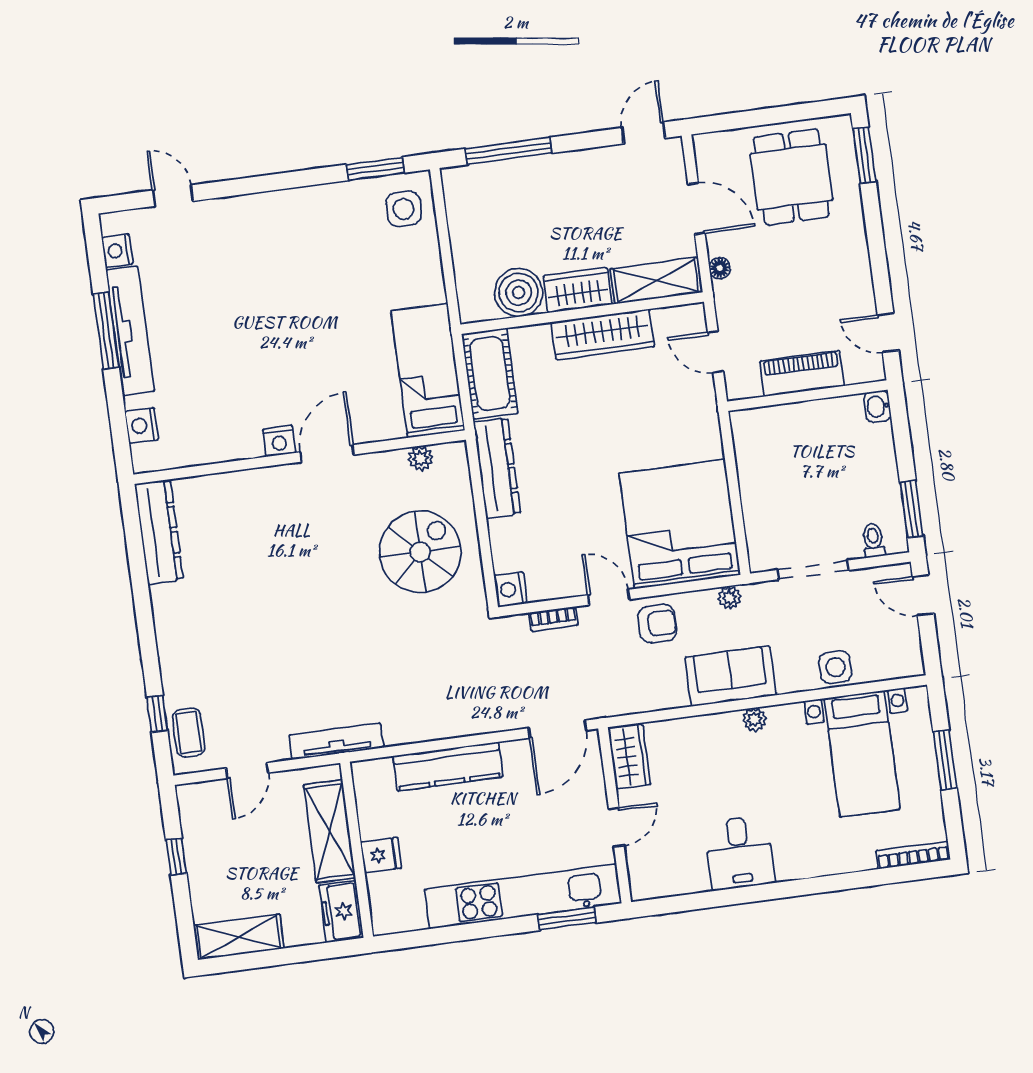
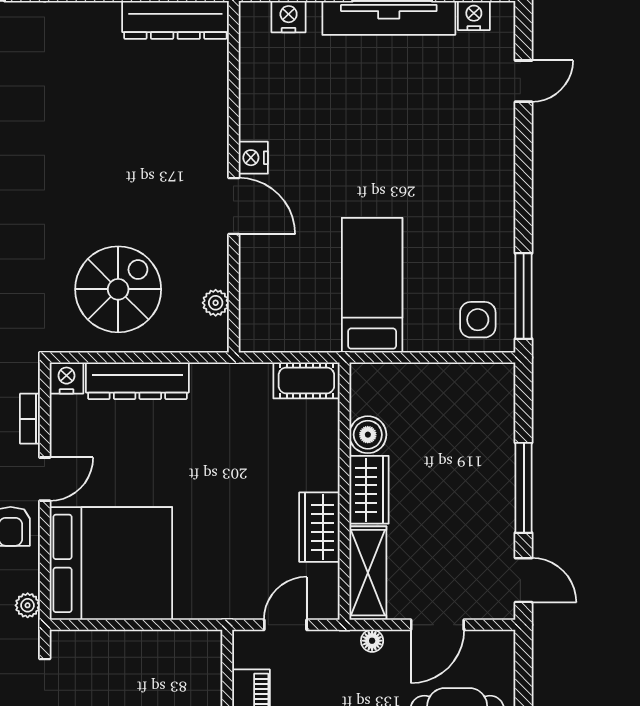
window: (508, 151) -> (524, 488), moved
window: (376, 169) -> (524, 296), width x1.44
boiler: (519, 293) -> (368, 435), width x0.73, depth x0.73
wardrobe: (603, 334) -> (319, 527), width x0.67
bed: (428, 371) -> (372, 285), moved, turned -90
cot: (490, 374) -> (306, 380), width x0.73, depth x0.75
dresser: (497, 468) -> (137, 381), moved
spiral stairs: (420, 552) -> (118, 289), turned -90

